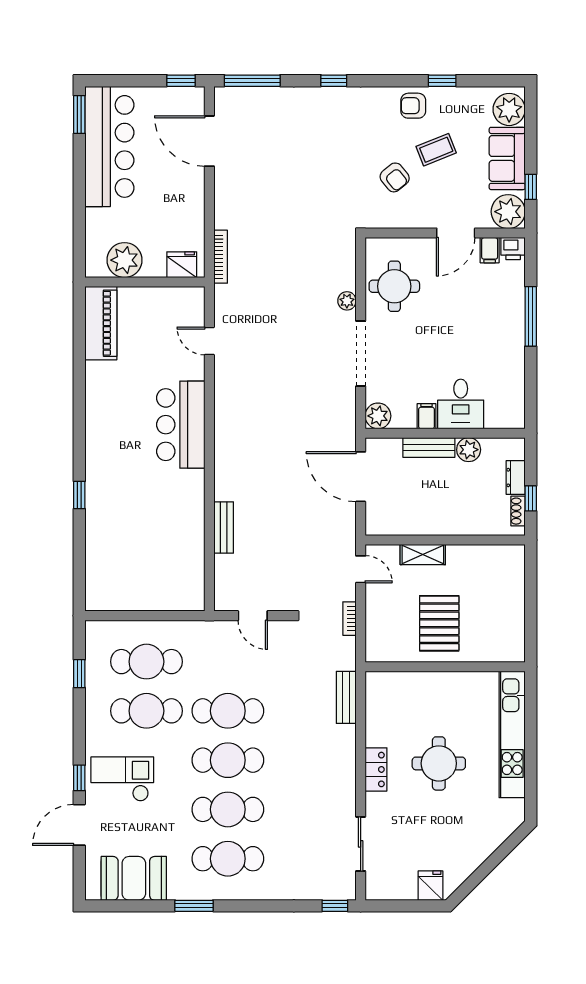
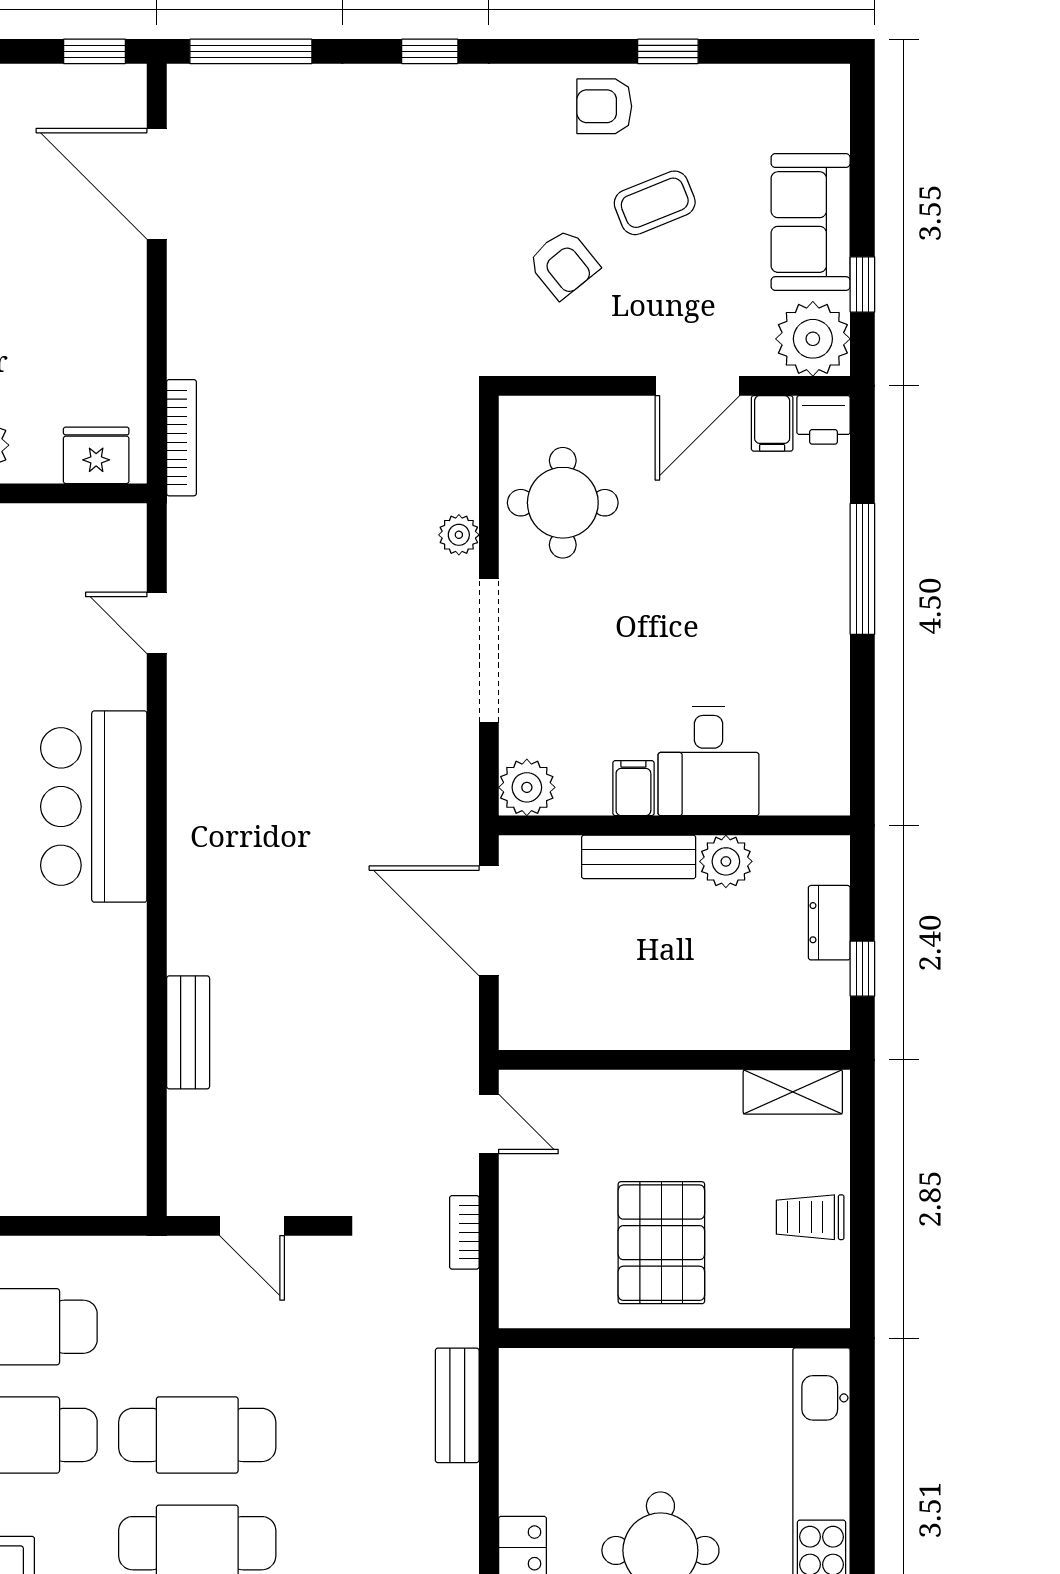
plant: (509, 109) -> (815, 114), removed
shoe rack: (518, 511) -> (834, 996), removed
shelving: (423, 555) -> (793, 1092), moved
trolley: (507, 612) -> (810, 1217), added

